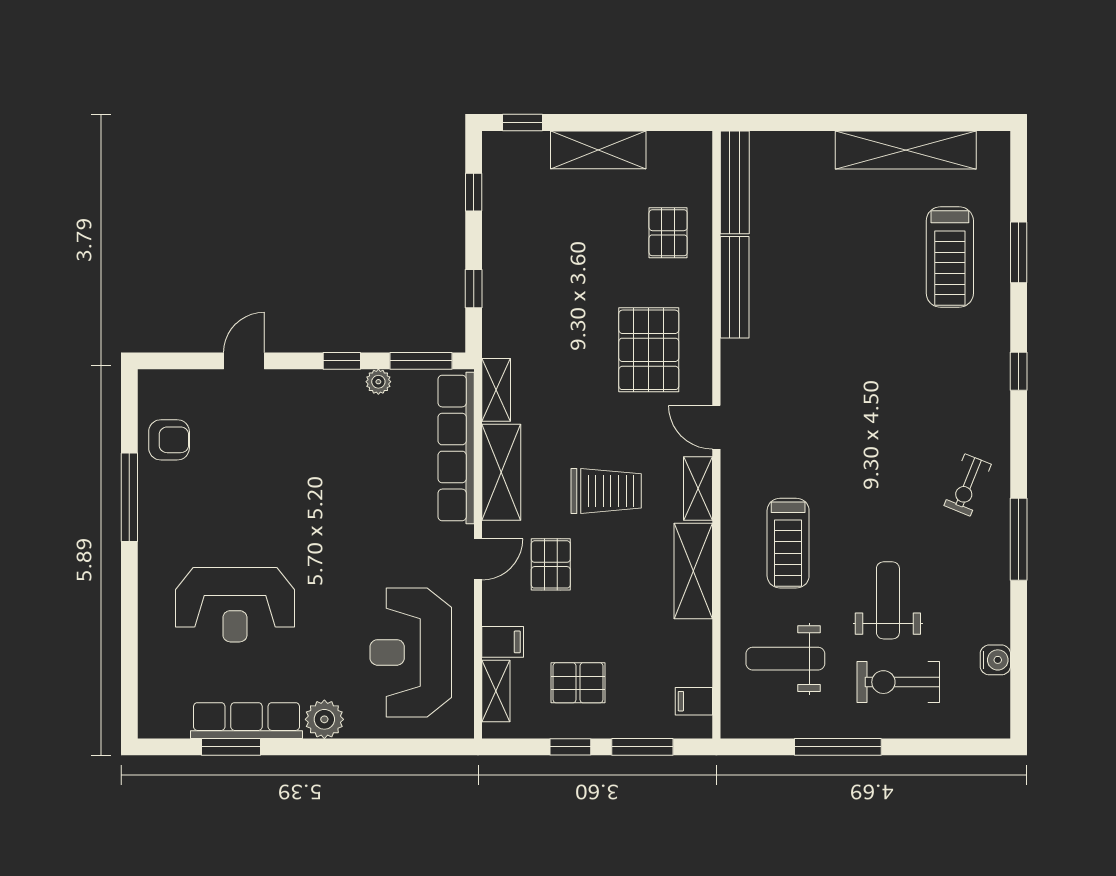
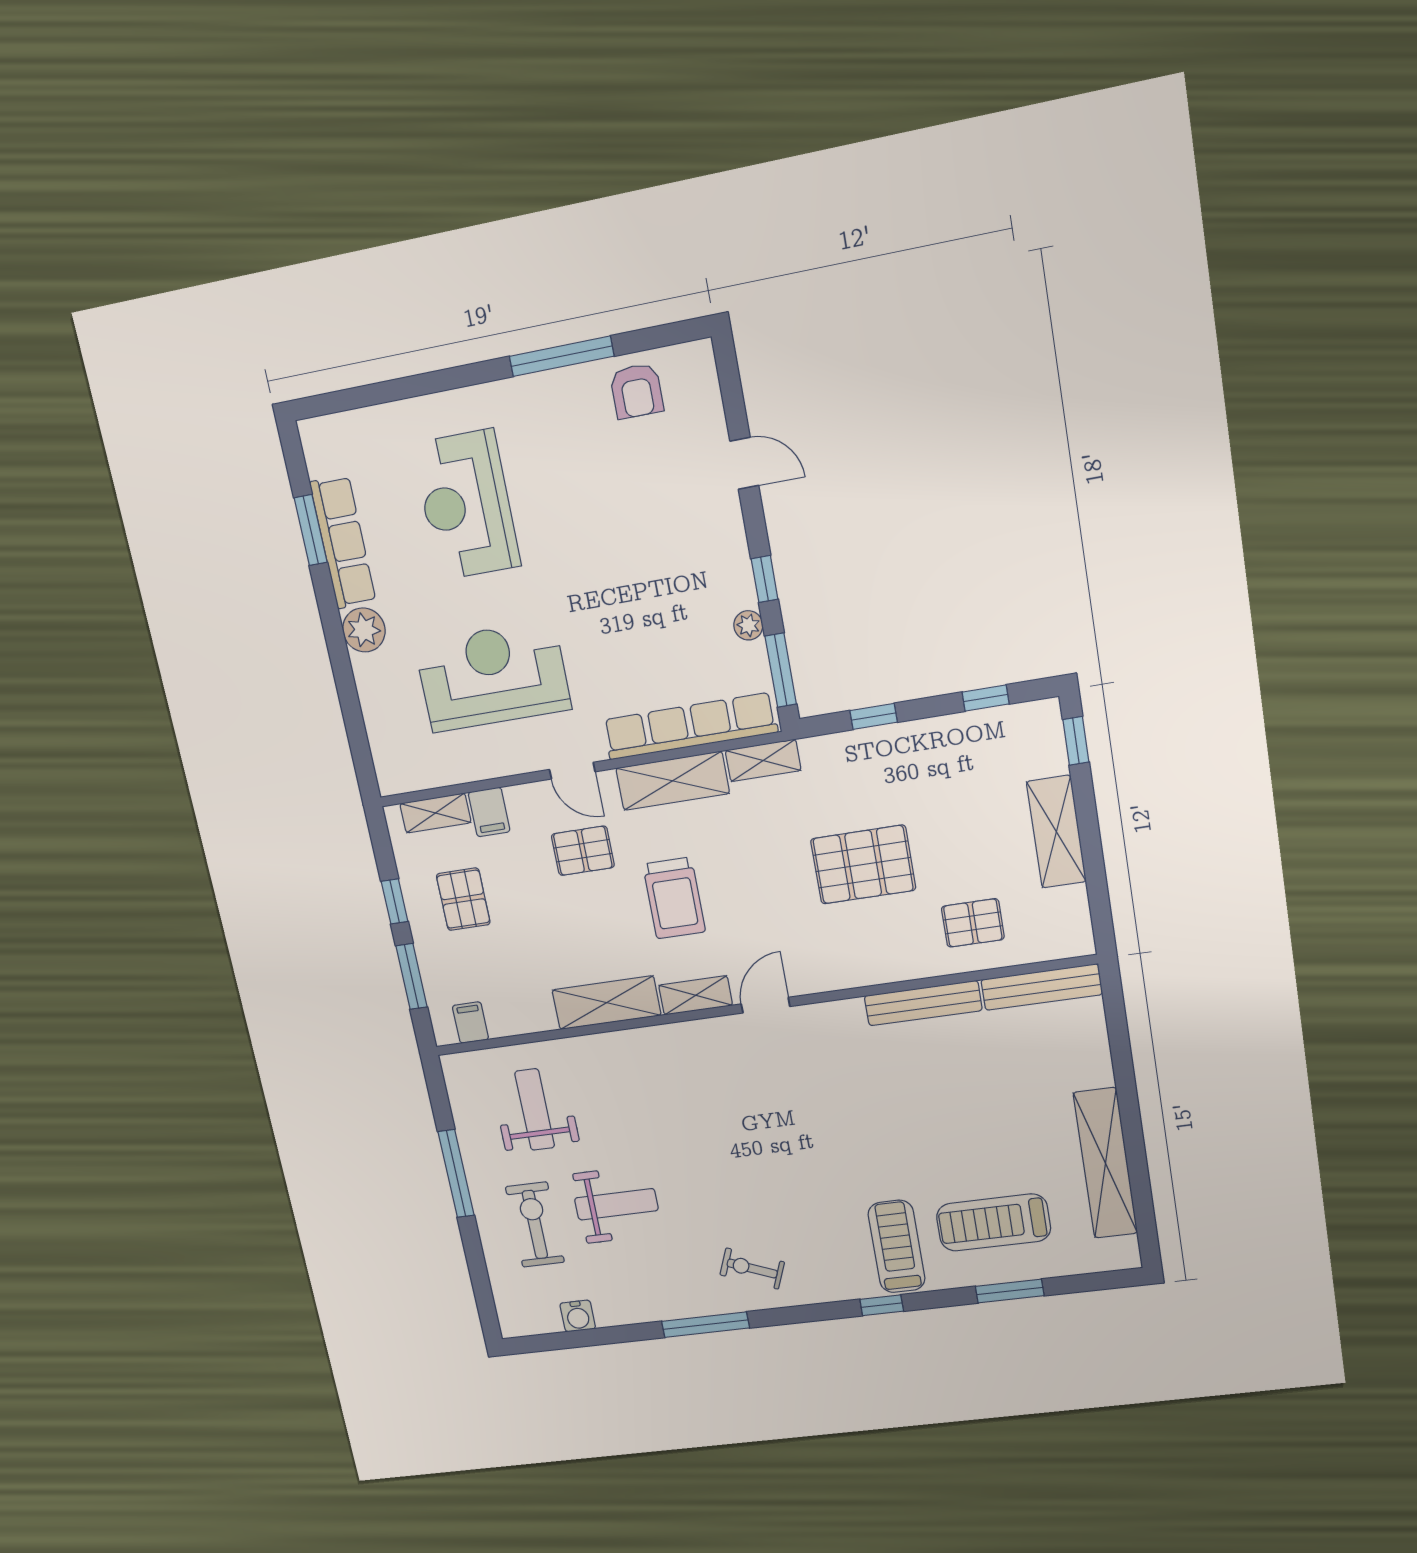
pallet: (649, 350) -> (863, 865), moved
treadmill: (788, 543) -> (897, 1247), moved, turned 90
reception desk: (411, 652) -> (493, 676), moved

